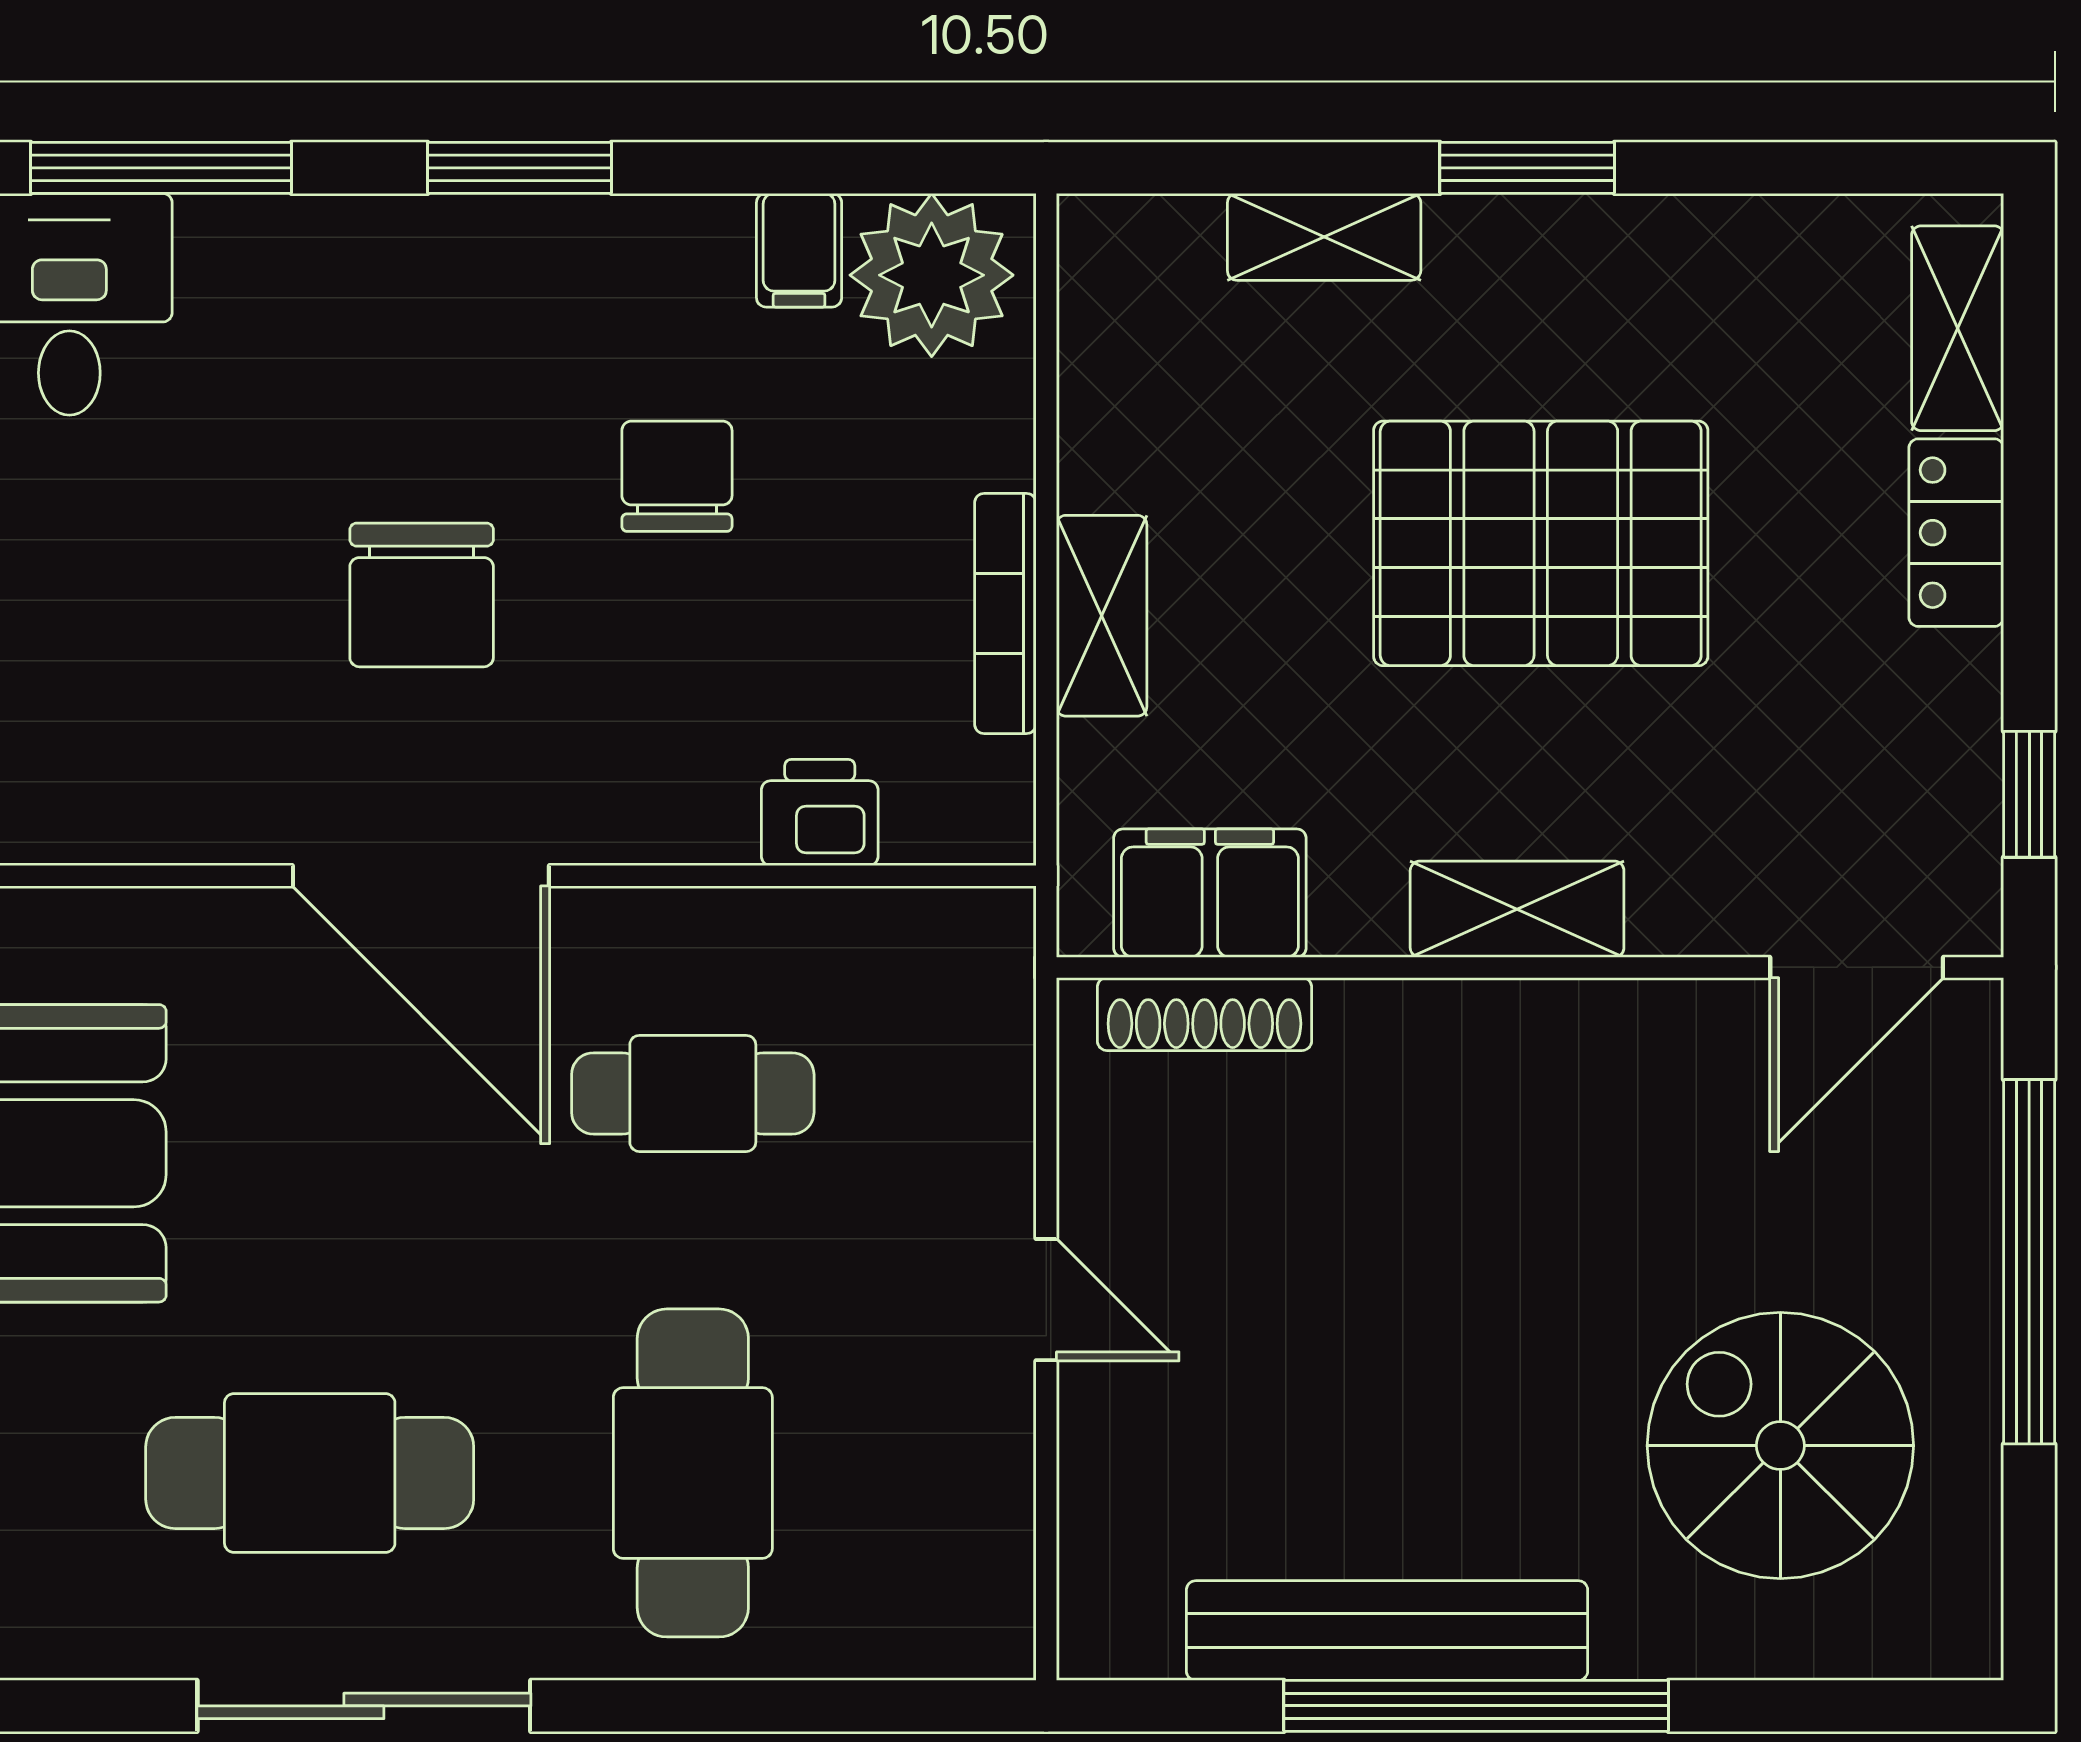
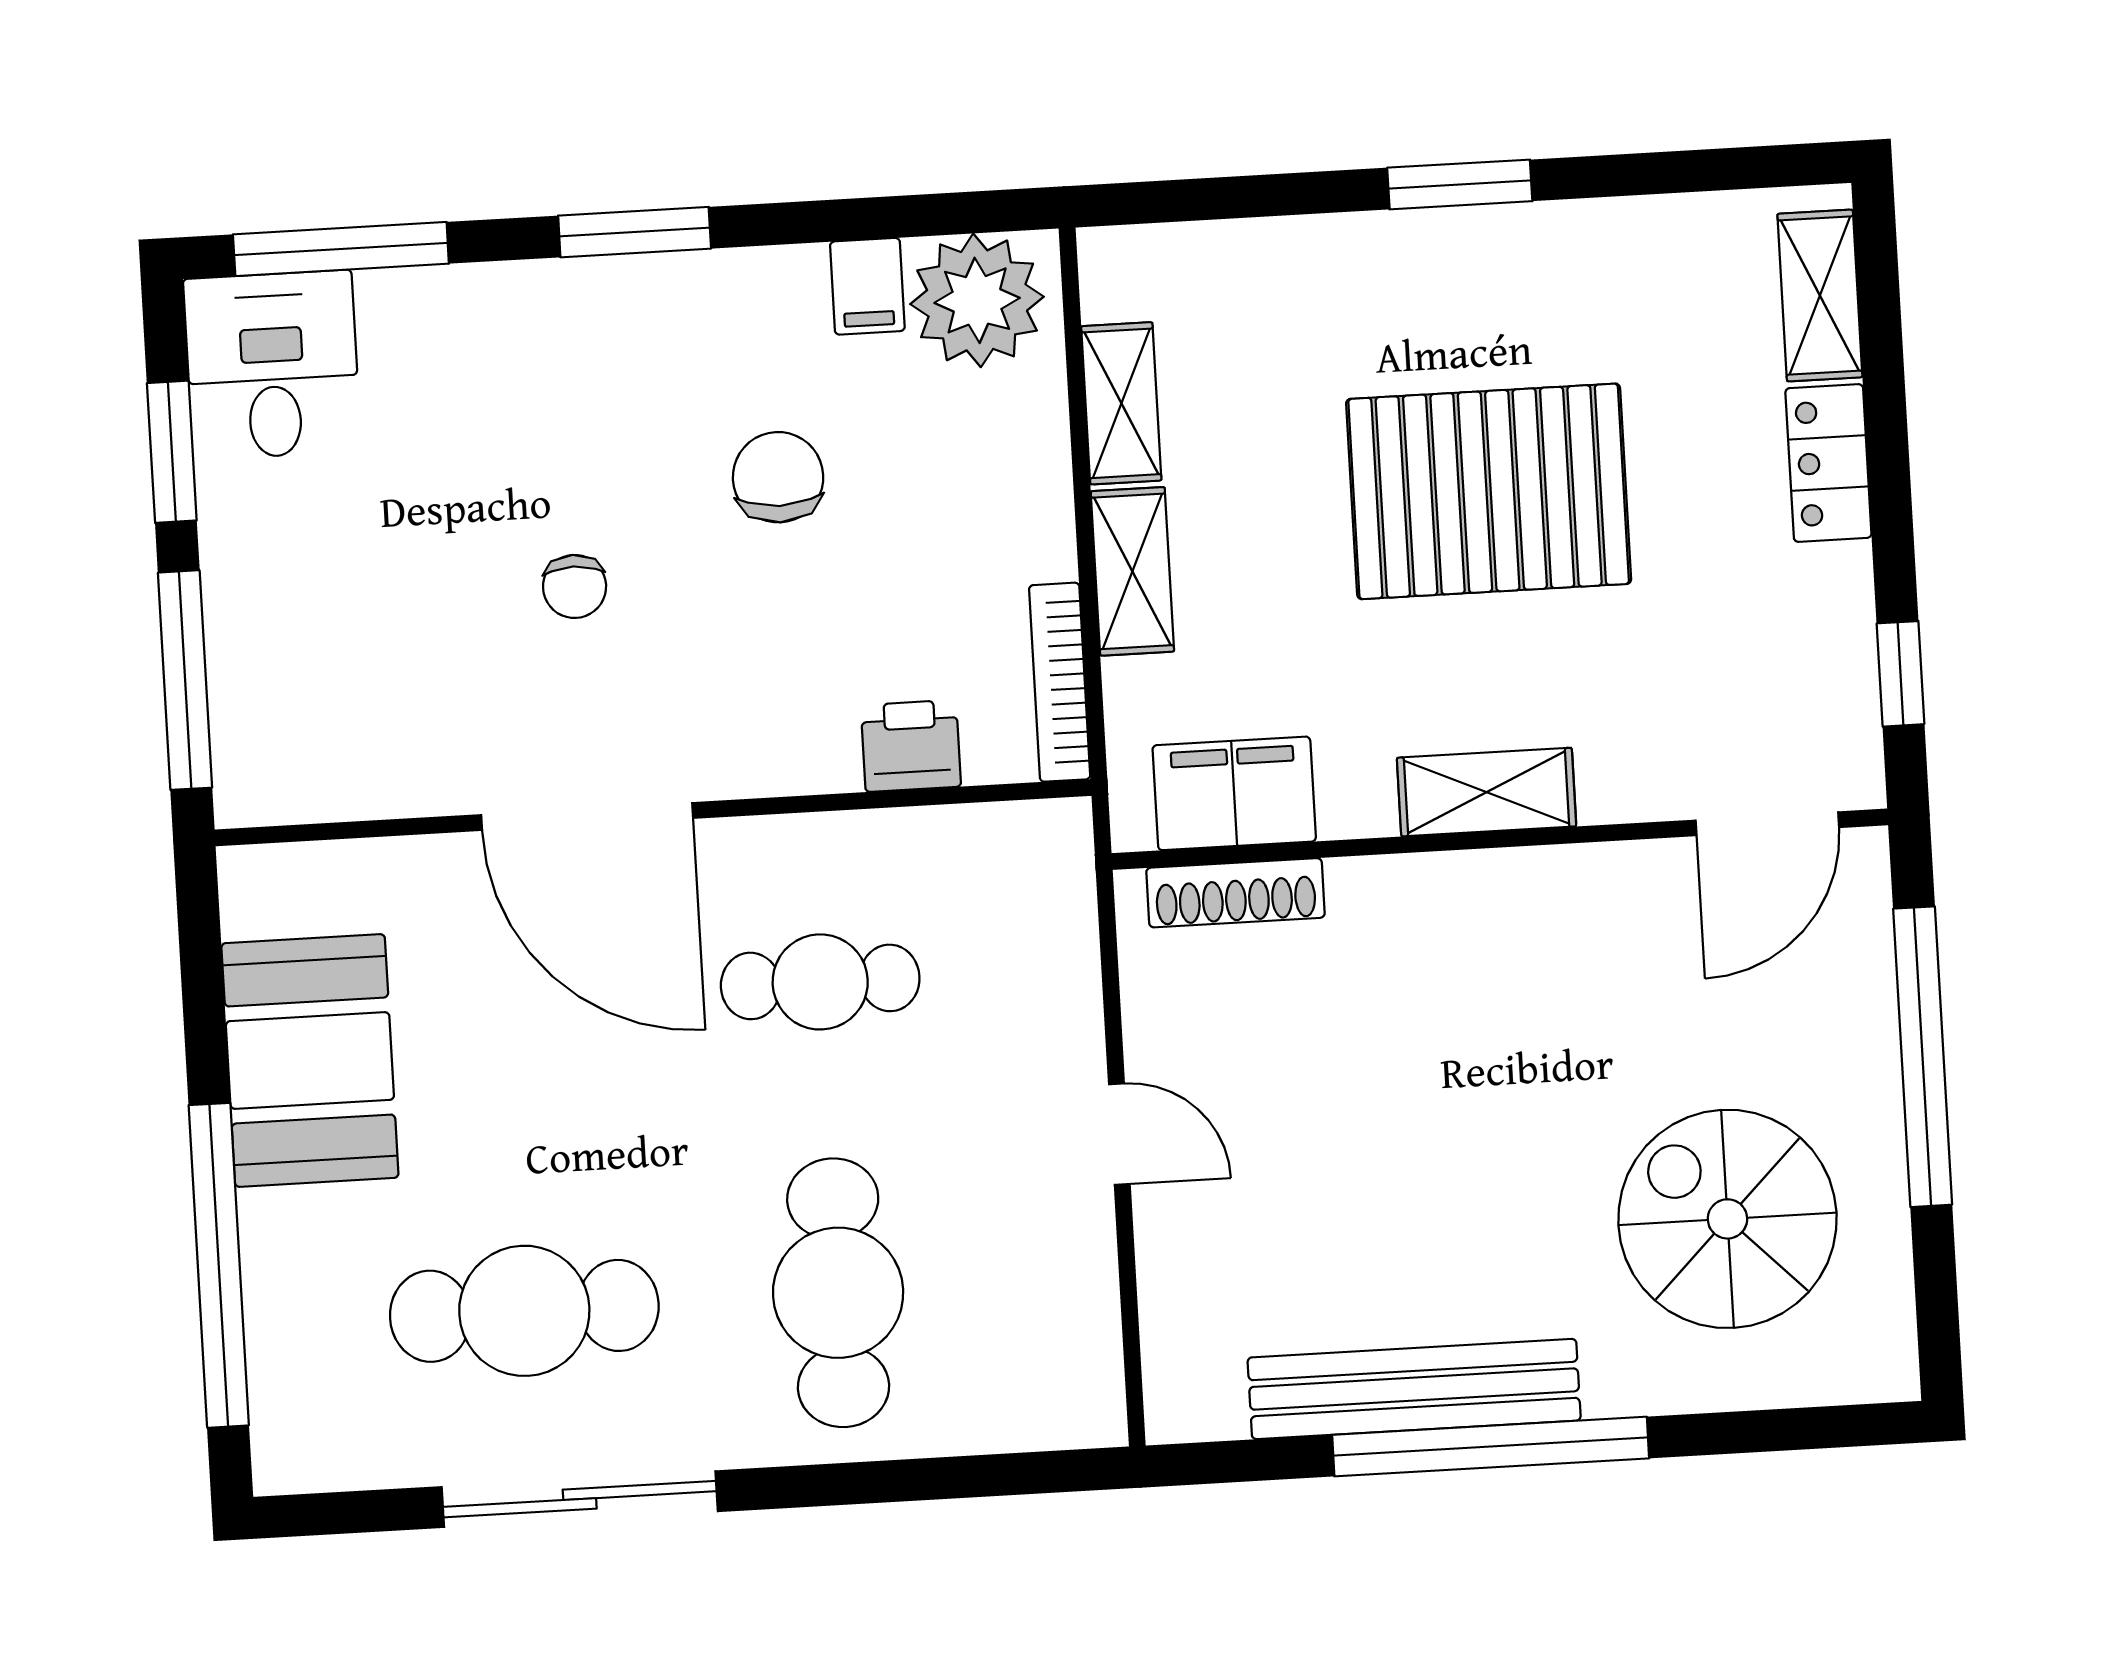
shelving: (1324, 237) -> (1121, 403), moved, turned 90
chair: (422, 595) -> (575, 586), width x0.54, depth x0.54
bookcase: (1005, 614) -> (1060, 682), moved

